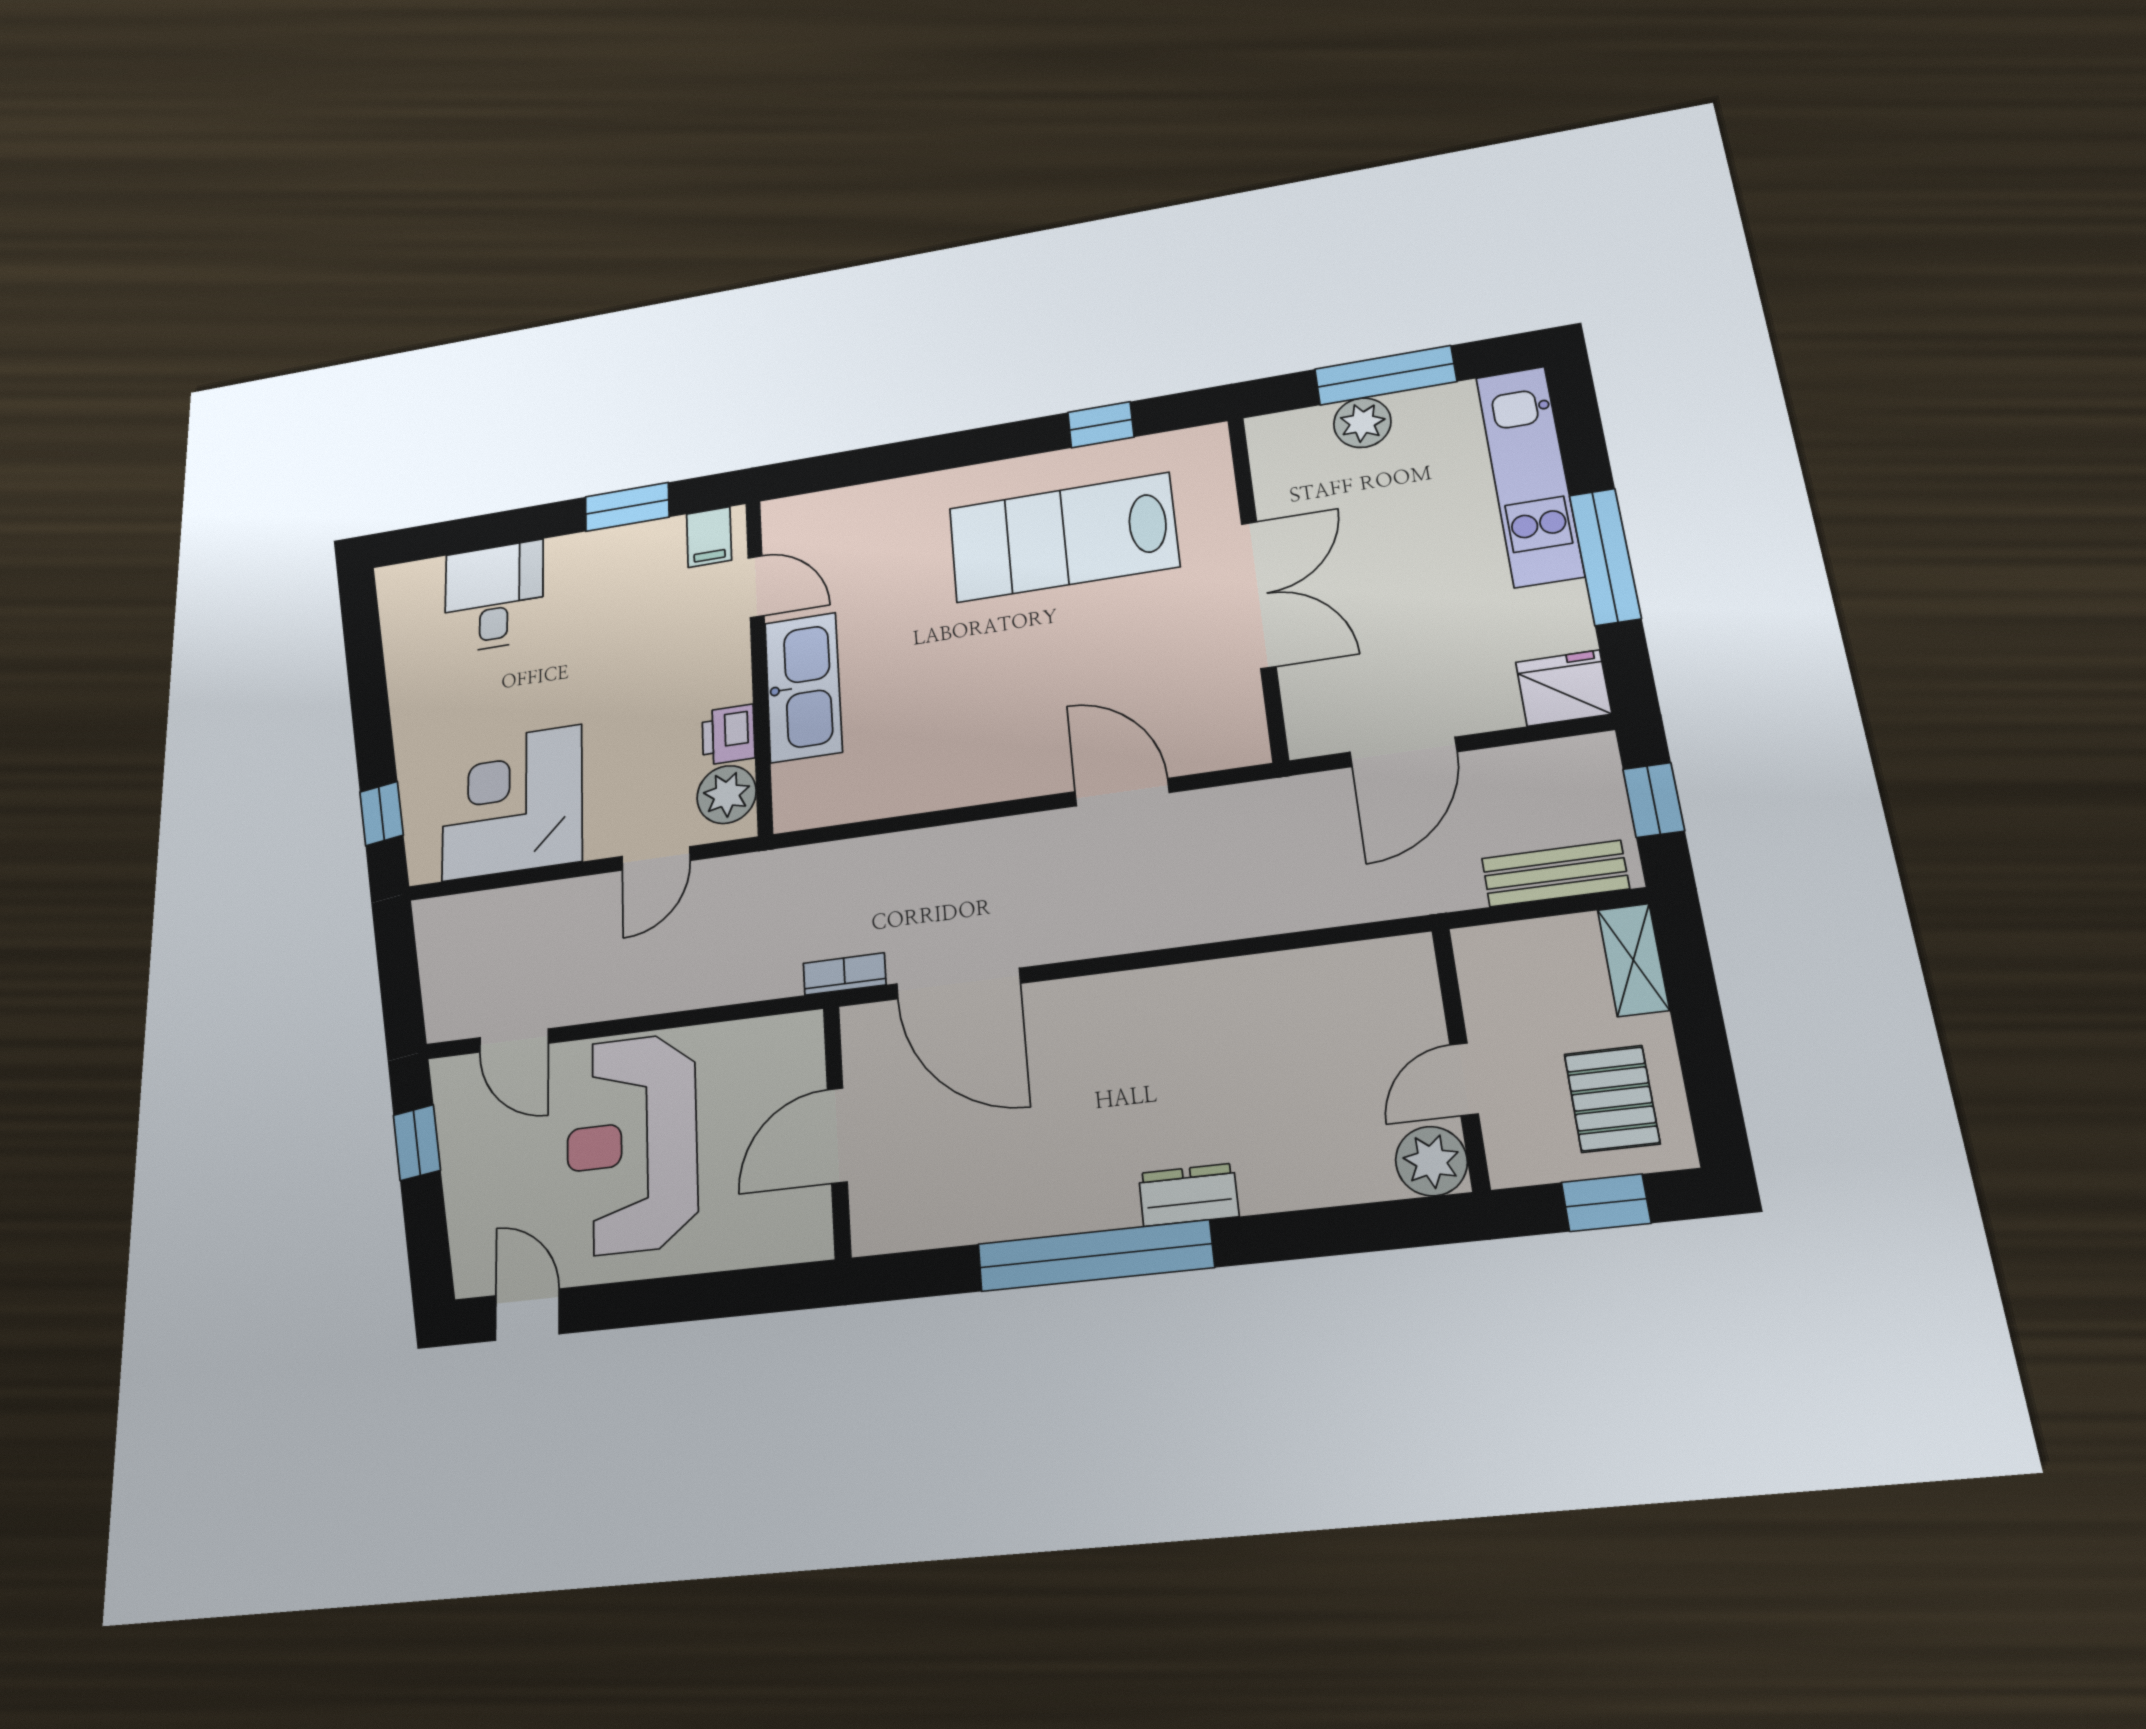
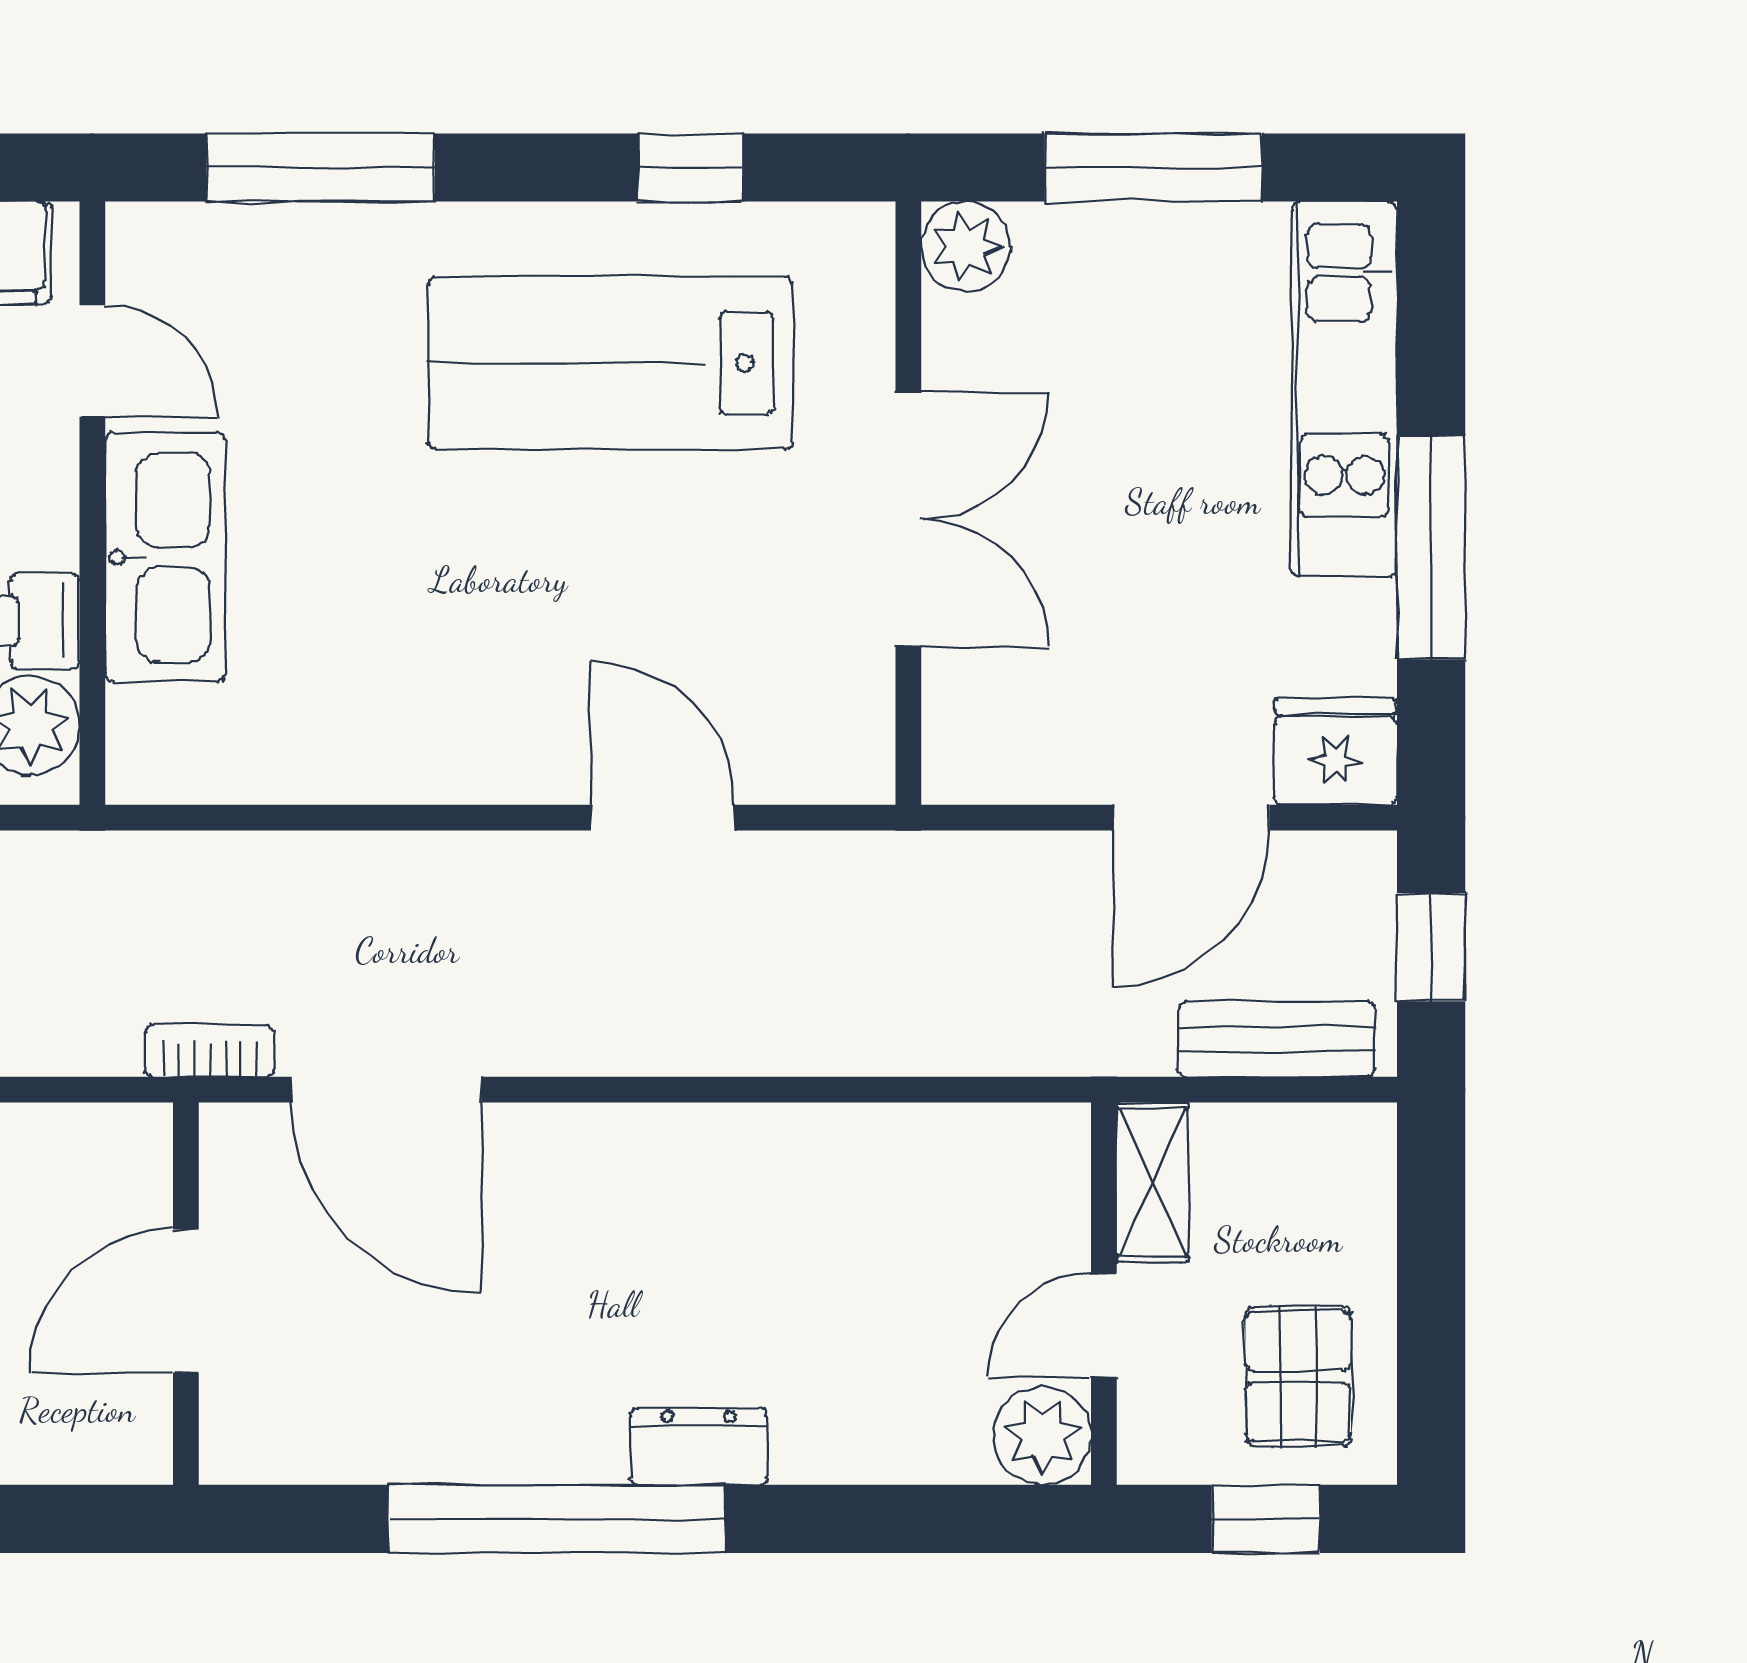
plant: (1362, 423) -> (966, 246), moved
window: (883, 463) -> (321, 167), added
door: (1403, 752) -> (1191, 818), moved
shelving: (1633, 960) -> (1152, 1182), moved

